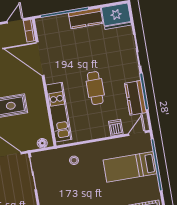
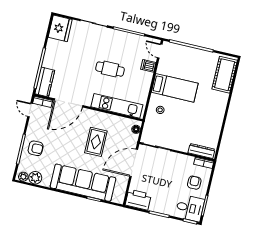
kitchen counter: (86, 18) -> (45, 82), moved
kitchen counter: (136, 98) -> (131, 40), removed
bed: (130, 167) -> (175, 88), moved, turned -90

